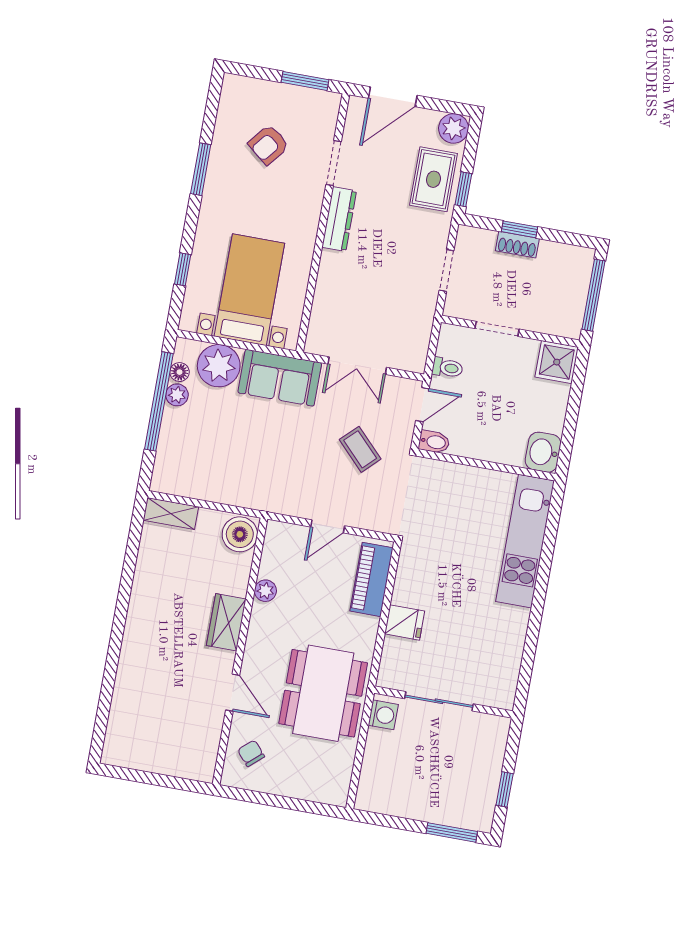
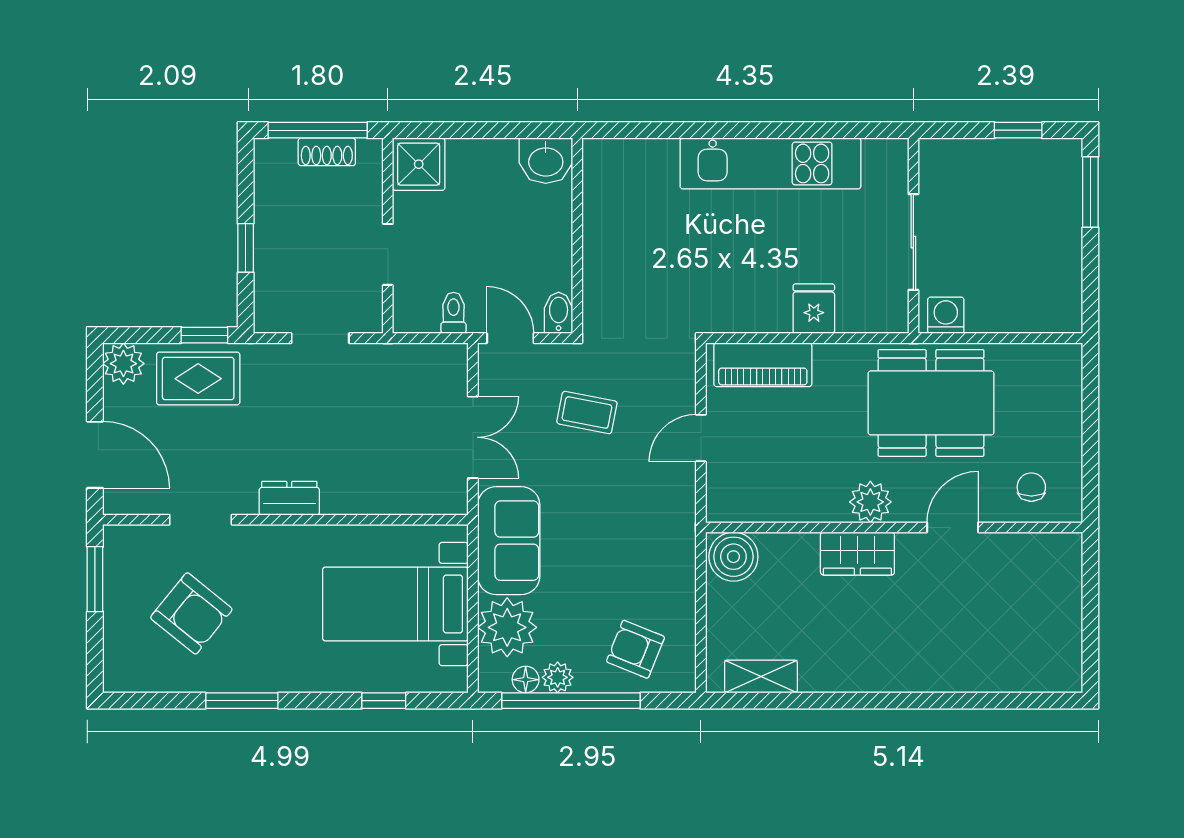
armchair: (269, 145) -> (191, 613), width x1.38, depth x1.38
dresser: (339, 219) -> (289, 498), width x0.70
shoe rack: (517, 245) -> (327, 152), moved, turned 90
coffee table: (360, 449) -> (587, 413), turned 55
armchair: (187, 453) -> (635, 649), added
shelving: (171, 513) -> (761, 677), moved, turned 90
door: (328, 526) -> (701, 438), swing flipped
kitchen unit: (525, 541) -> (770, 163), moved
plant: (265, 591) -> (870, 502), moved, width x1.38, depth x1.38
chair: (251, 753) -> (1031, 487), turned 131

